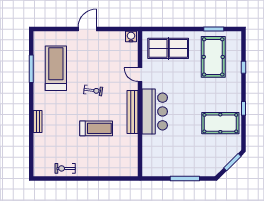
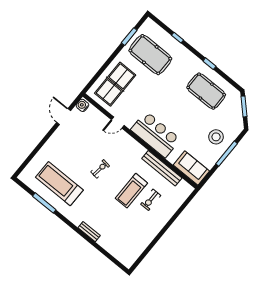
door: (87, 29) -> (64, 117), moved
bench: (133, 112) -> (162, 168), moved
pool table: (220, 123) -> (206, 91), turned 90
treadmill: (96, 128) -> (131, 191), turned 180
sofa: (151, 160) -> (191, 168), added
stool: (191, 160) -> (216, 137), added
exercise bike: (65, 168) -> (151, 200), moved

